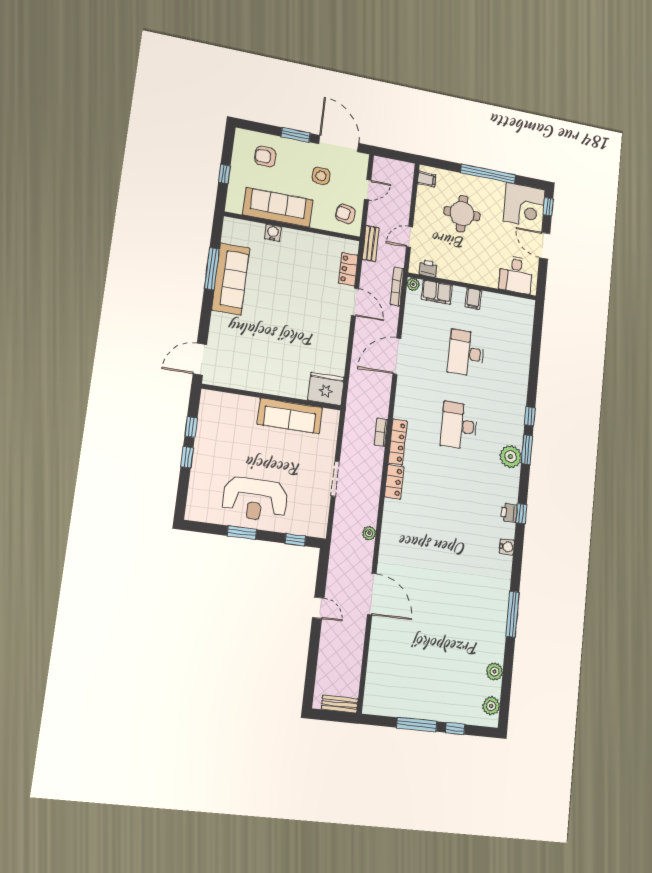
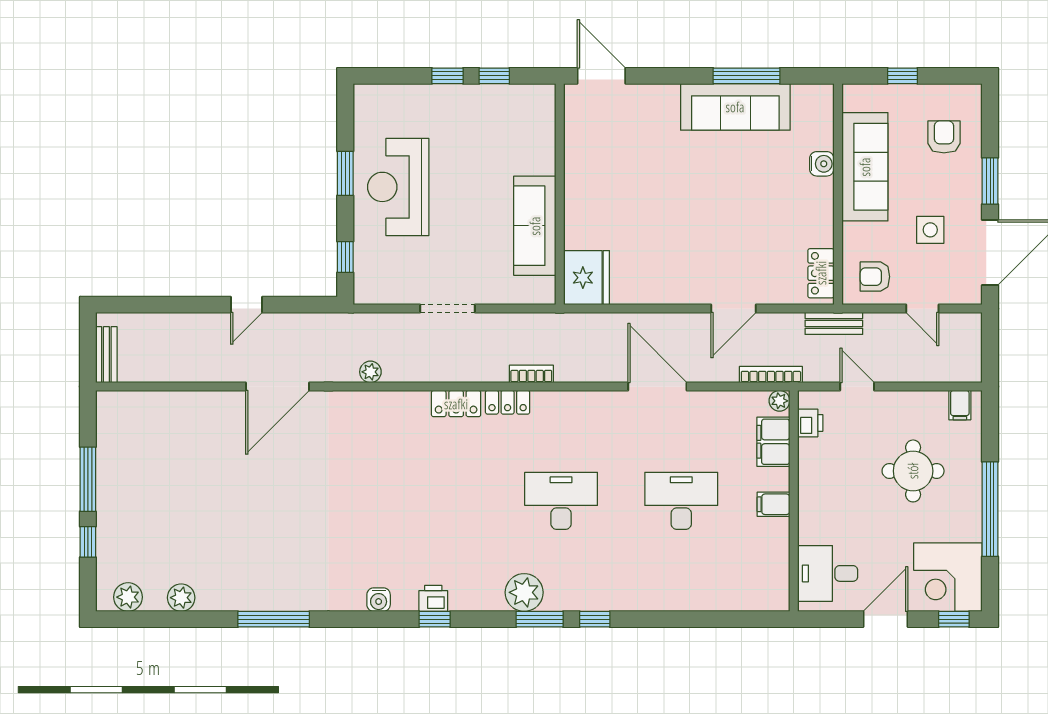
armchair: (345, 214) -> (875, 277), turned -100
locker: (348, 269) -> (821, 273), moved, turned -90
locker: (398, 442) -> (508, 402), width x0.66

